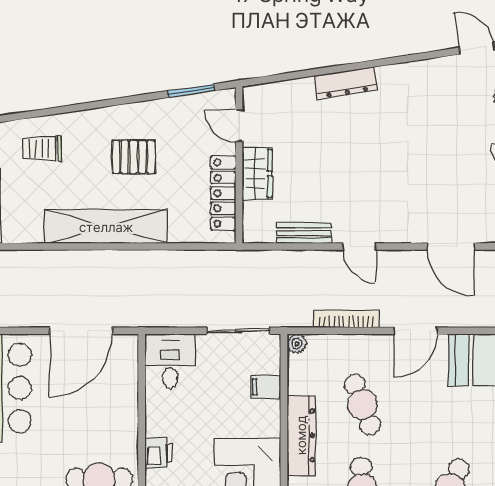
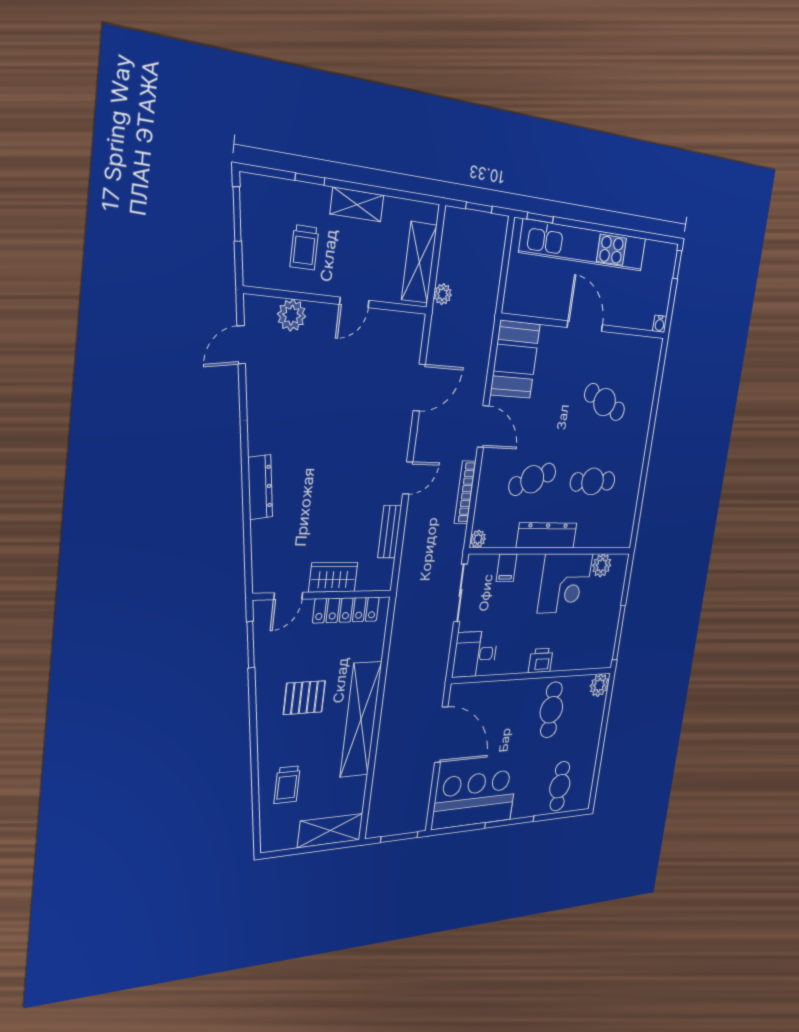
pallet: (134, 157) -> (304, 698), turned 90

